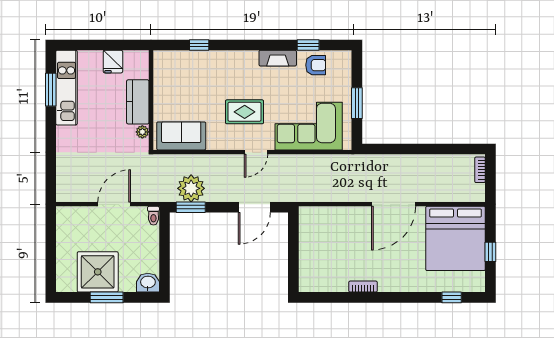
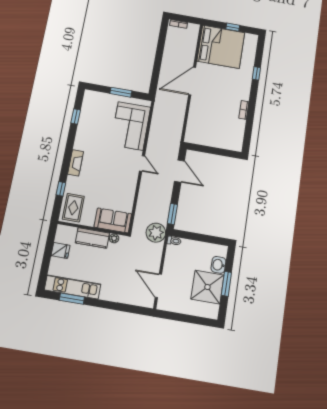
fireplace: (278, 58) -> (76, 163), moved
armchair: (316, 65) -> (90, 114), removed
rug: (245, 112) -> (73, 208), moved
sofa: (181, 136) -> (113, 220), moved, turned 90
plant: (191, 188) -> (156, 233), moved
door: (114, 204) -> (158, 286), moved
door: (394, 204) -> (192, 81), swing flipped
washbasin: (148, 283) -> (218, 265), moved
window: (452, 297) -> (256, 73), moved

